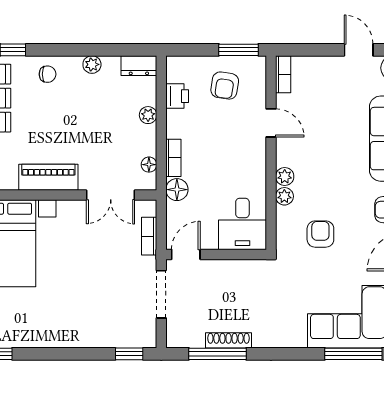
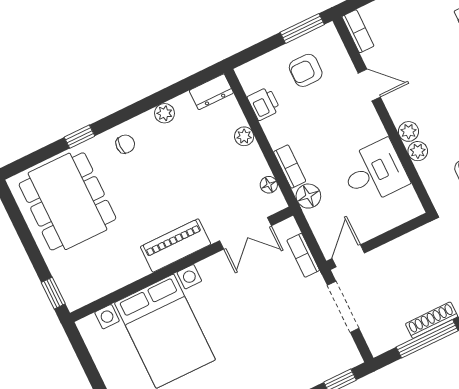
armchair: (225, 86) -> (306, 70), turned 81
desk: (242, 224) -> (374, 172), moved, turned -90

